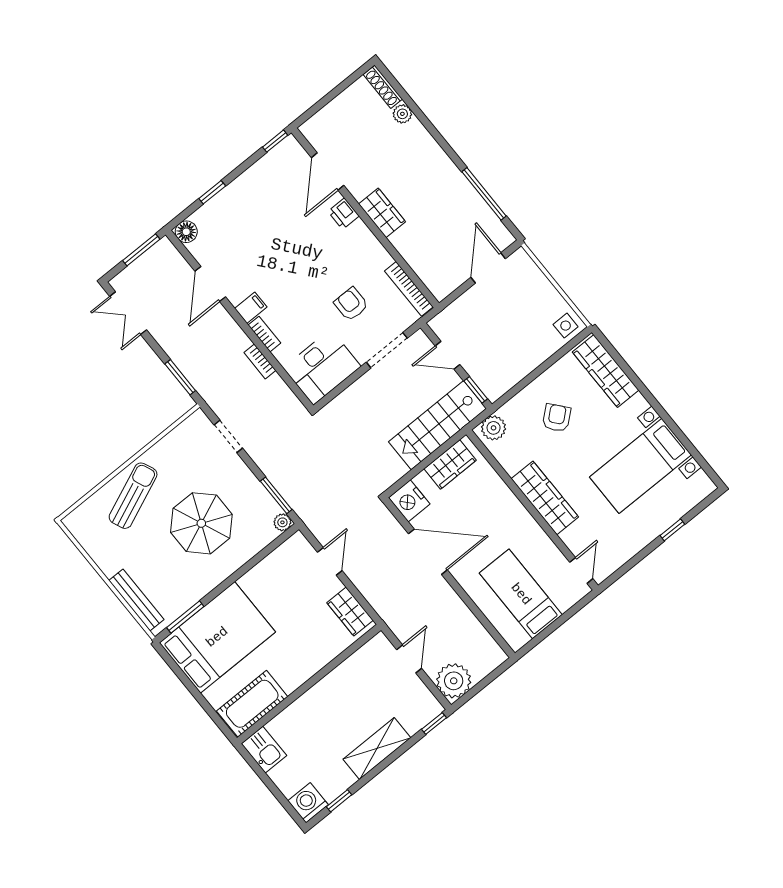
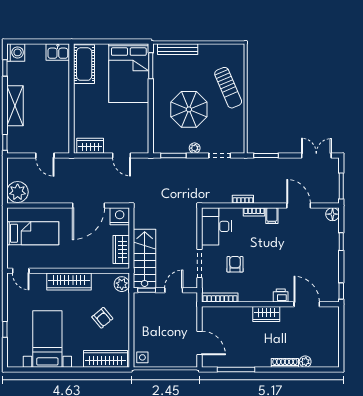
shoe rack: (383, 87) -> (285, 363), moved
armchair: (351, 304) -> (235, 264), turned -90
plant: (282, 522) -> (195, 148), moved
plant: (454, 681) -> (18, 192), moved

